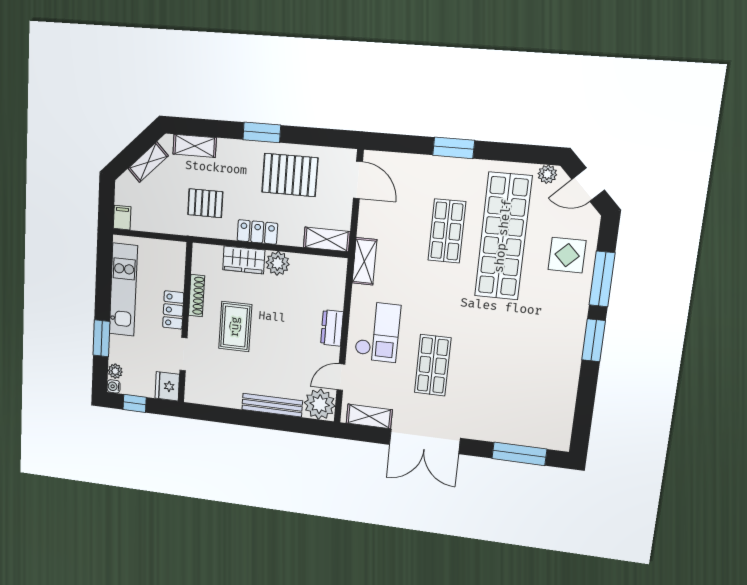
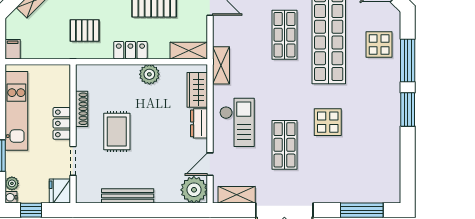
wardrobe: (244, 260) -> (197, 90), moved, turned 90
display table: (489, 344) -> (328, 122), added
bench: (272, 405) -> (128, 196), moved

